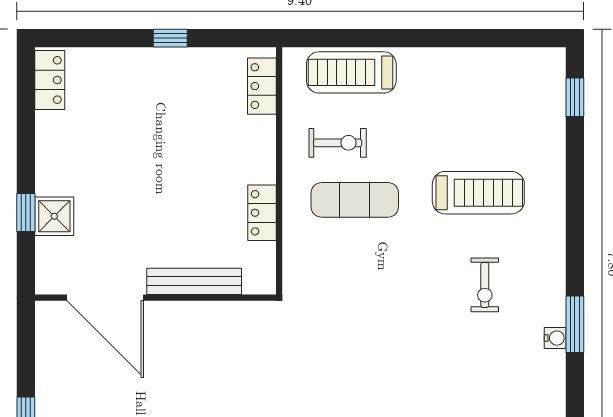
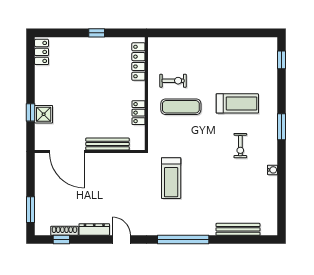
treadmill: (351, 72) -> (171, 178), moved, turned -90
locker: (262, 86) -> (138, 62), width x1.53
window: (575, 324) -> (281, 127), moved

